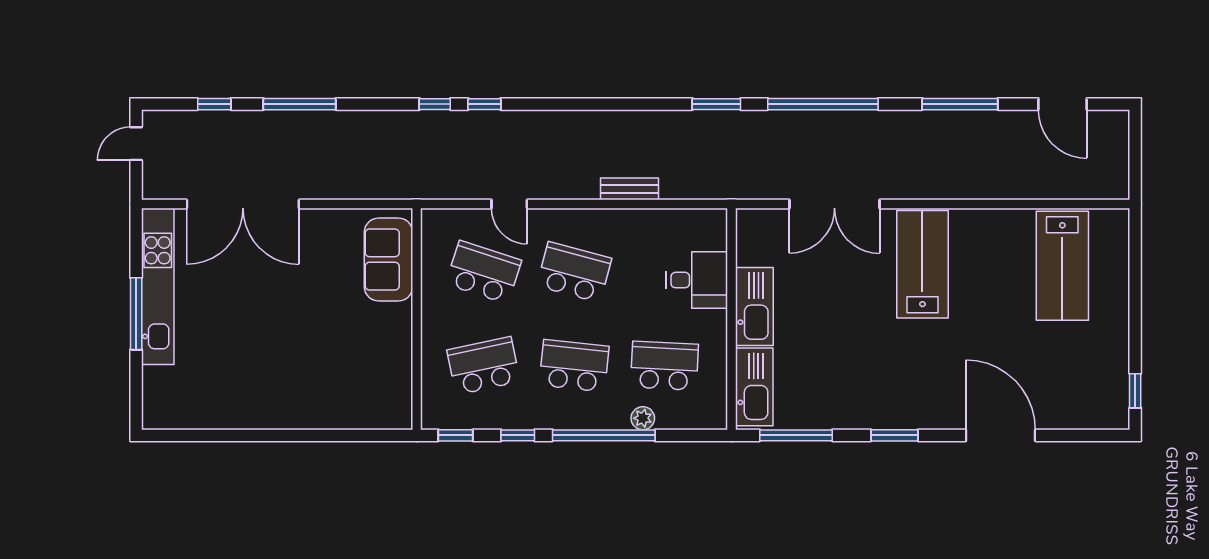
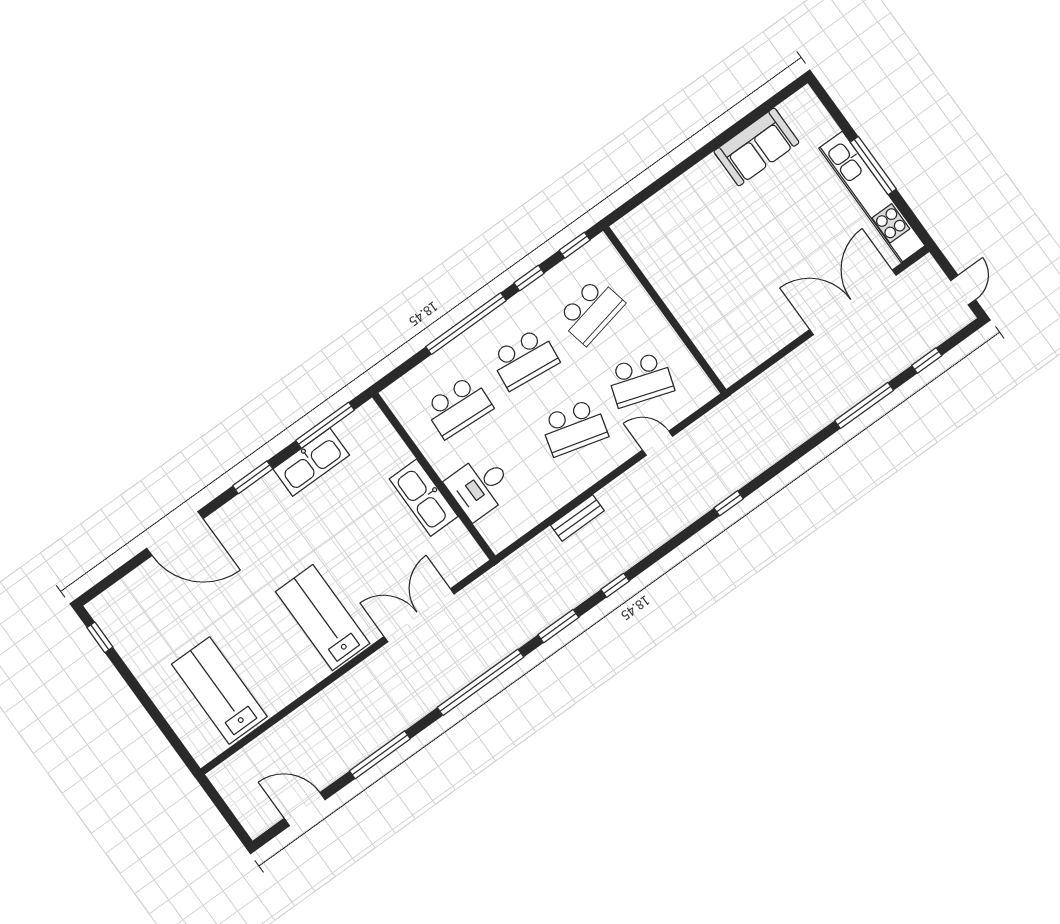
window: (435, 104) -> (615, 585), moved
sofa: (388, 259) -> (756, 147), moved, turned 90
lab bench: (922, 264) -> (323, 618), turned 180
kitchen sink: (754, 387) -> (311, 462), moved, turned -90
plant: (643, 418) -> (446, 357), removed

